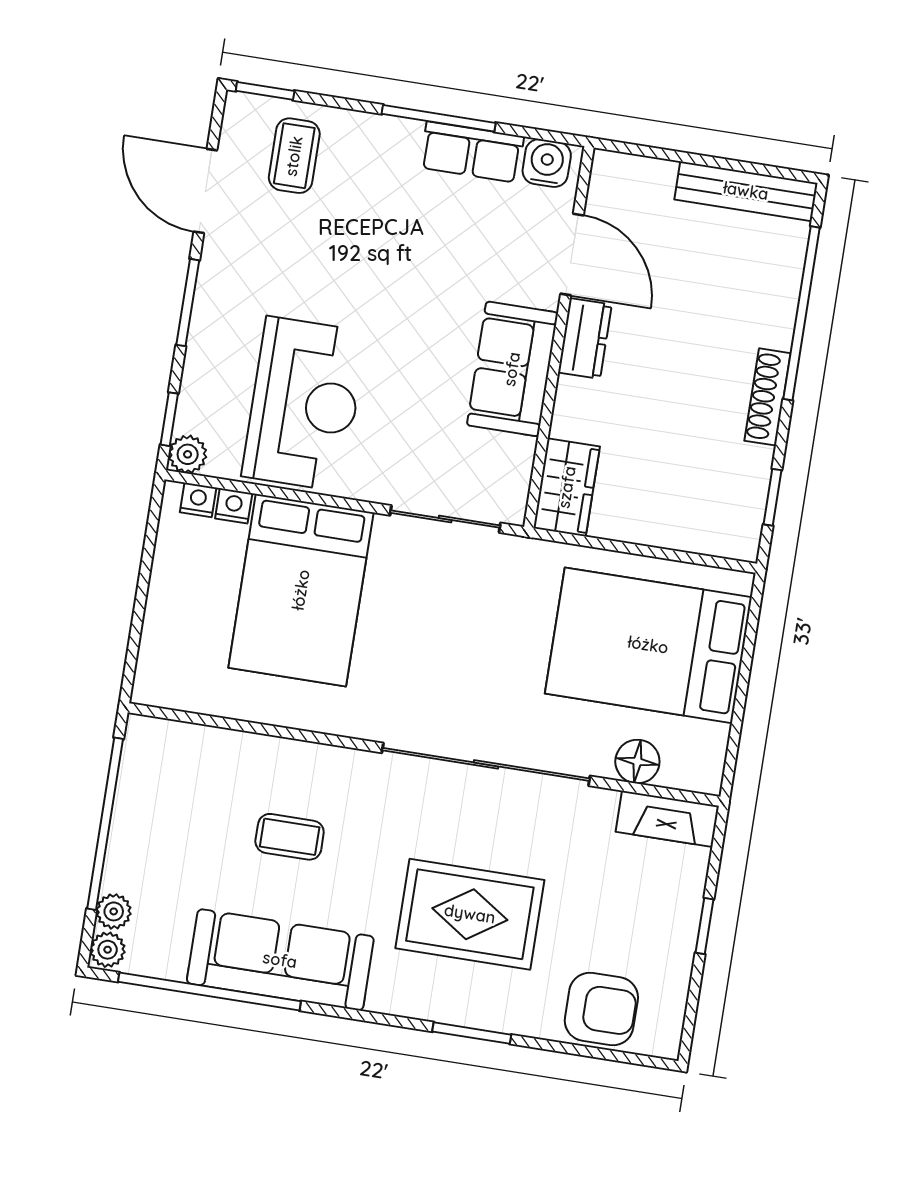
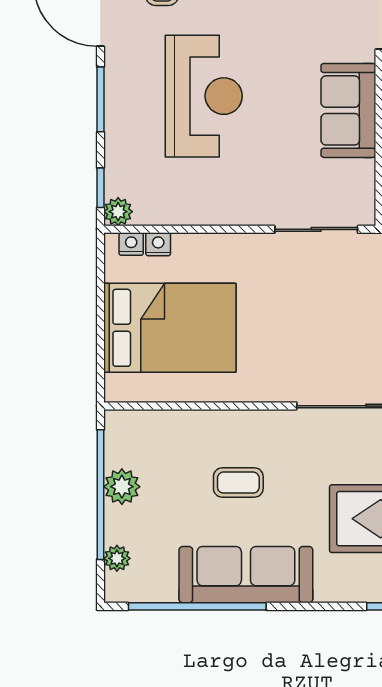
reception desk: (304, 404) -> (204, 96), moved
bed: (301, 590) -> (170, 328), moved, turned -90
plant: (108, 950) -> (122, 487), moved, width x1.38, depth x1.38

